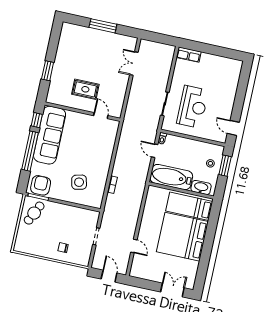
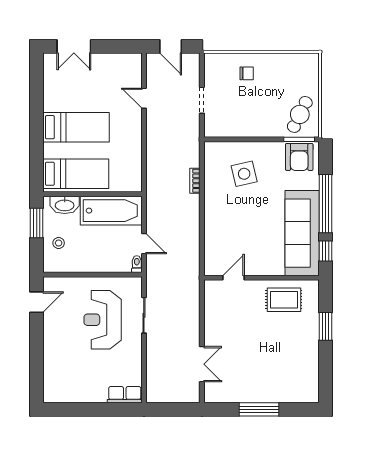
rug: (85, 89) -> (284, 300), moved
door: (101, 116) -> (234, 278), swing flipped
door: (233, 128) -> (37, 302), hinge flipped
window: (225, 166) -> (37, 223), moved
bed: (182, 237) -> (76, 127), width x0.49

